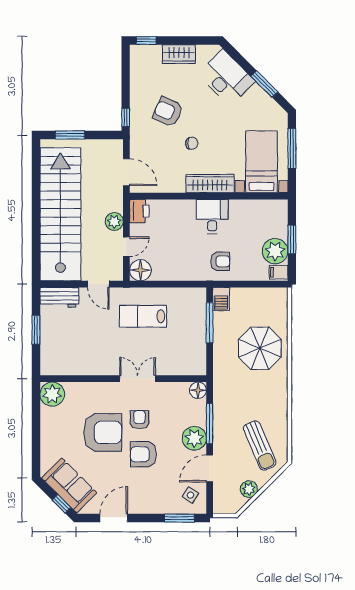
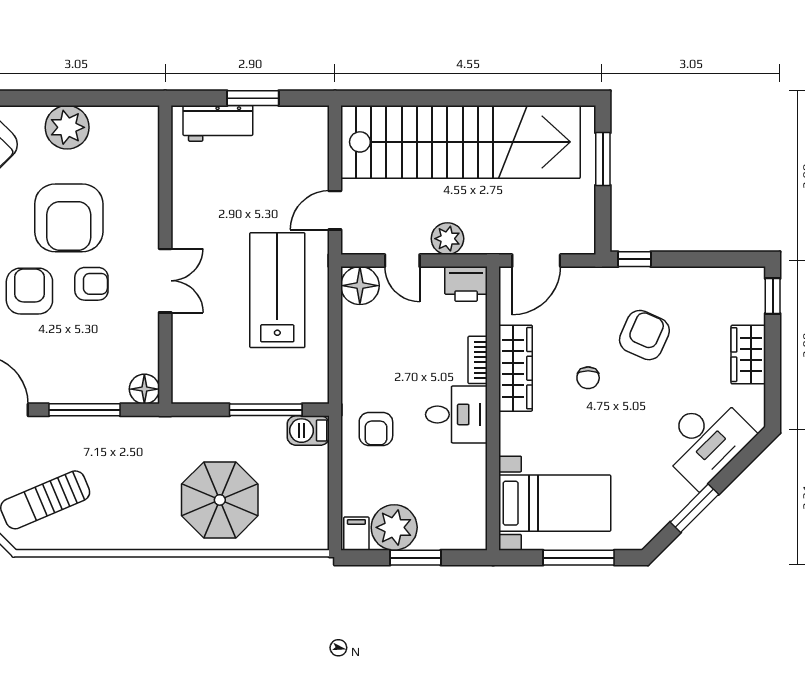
wardrobe: (210, 184) -> (516, 368), moved
bookcase: (182, 205) -> (478, 360), added
workbench: (59, 297) -> (218, 123), moved, turned -90
lab bench: (143, 316) -> (277, 290), width x1.36, depth x1.39
plant: (52, 394) -> (67, 127), moved
plant: (194, 438) -> (58, 382), removed

